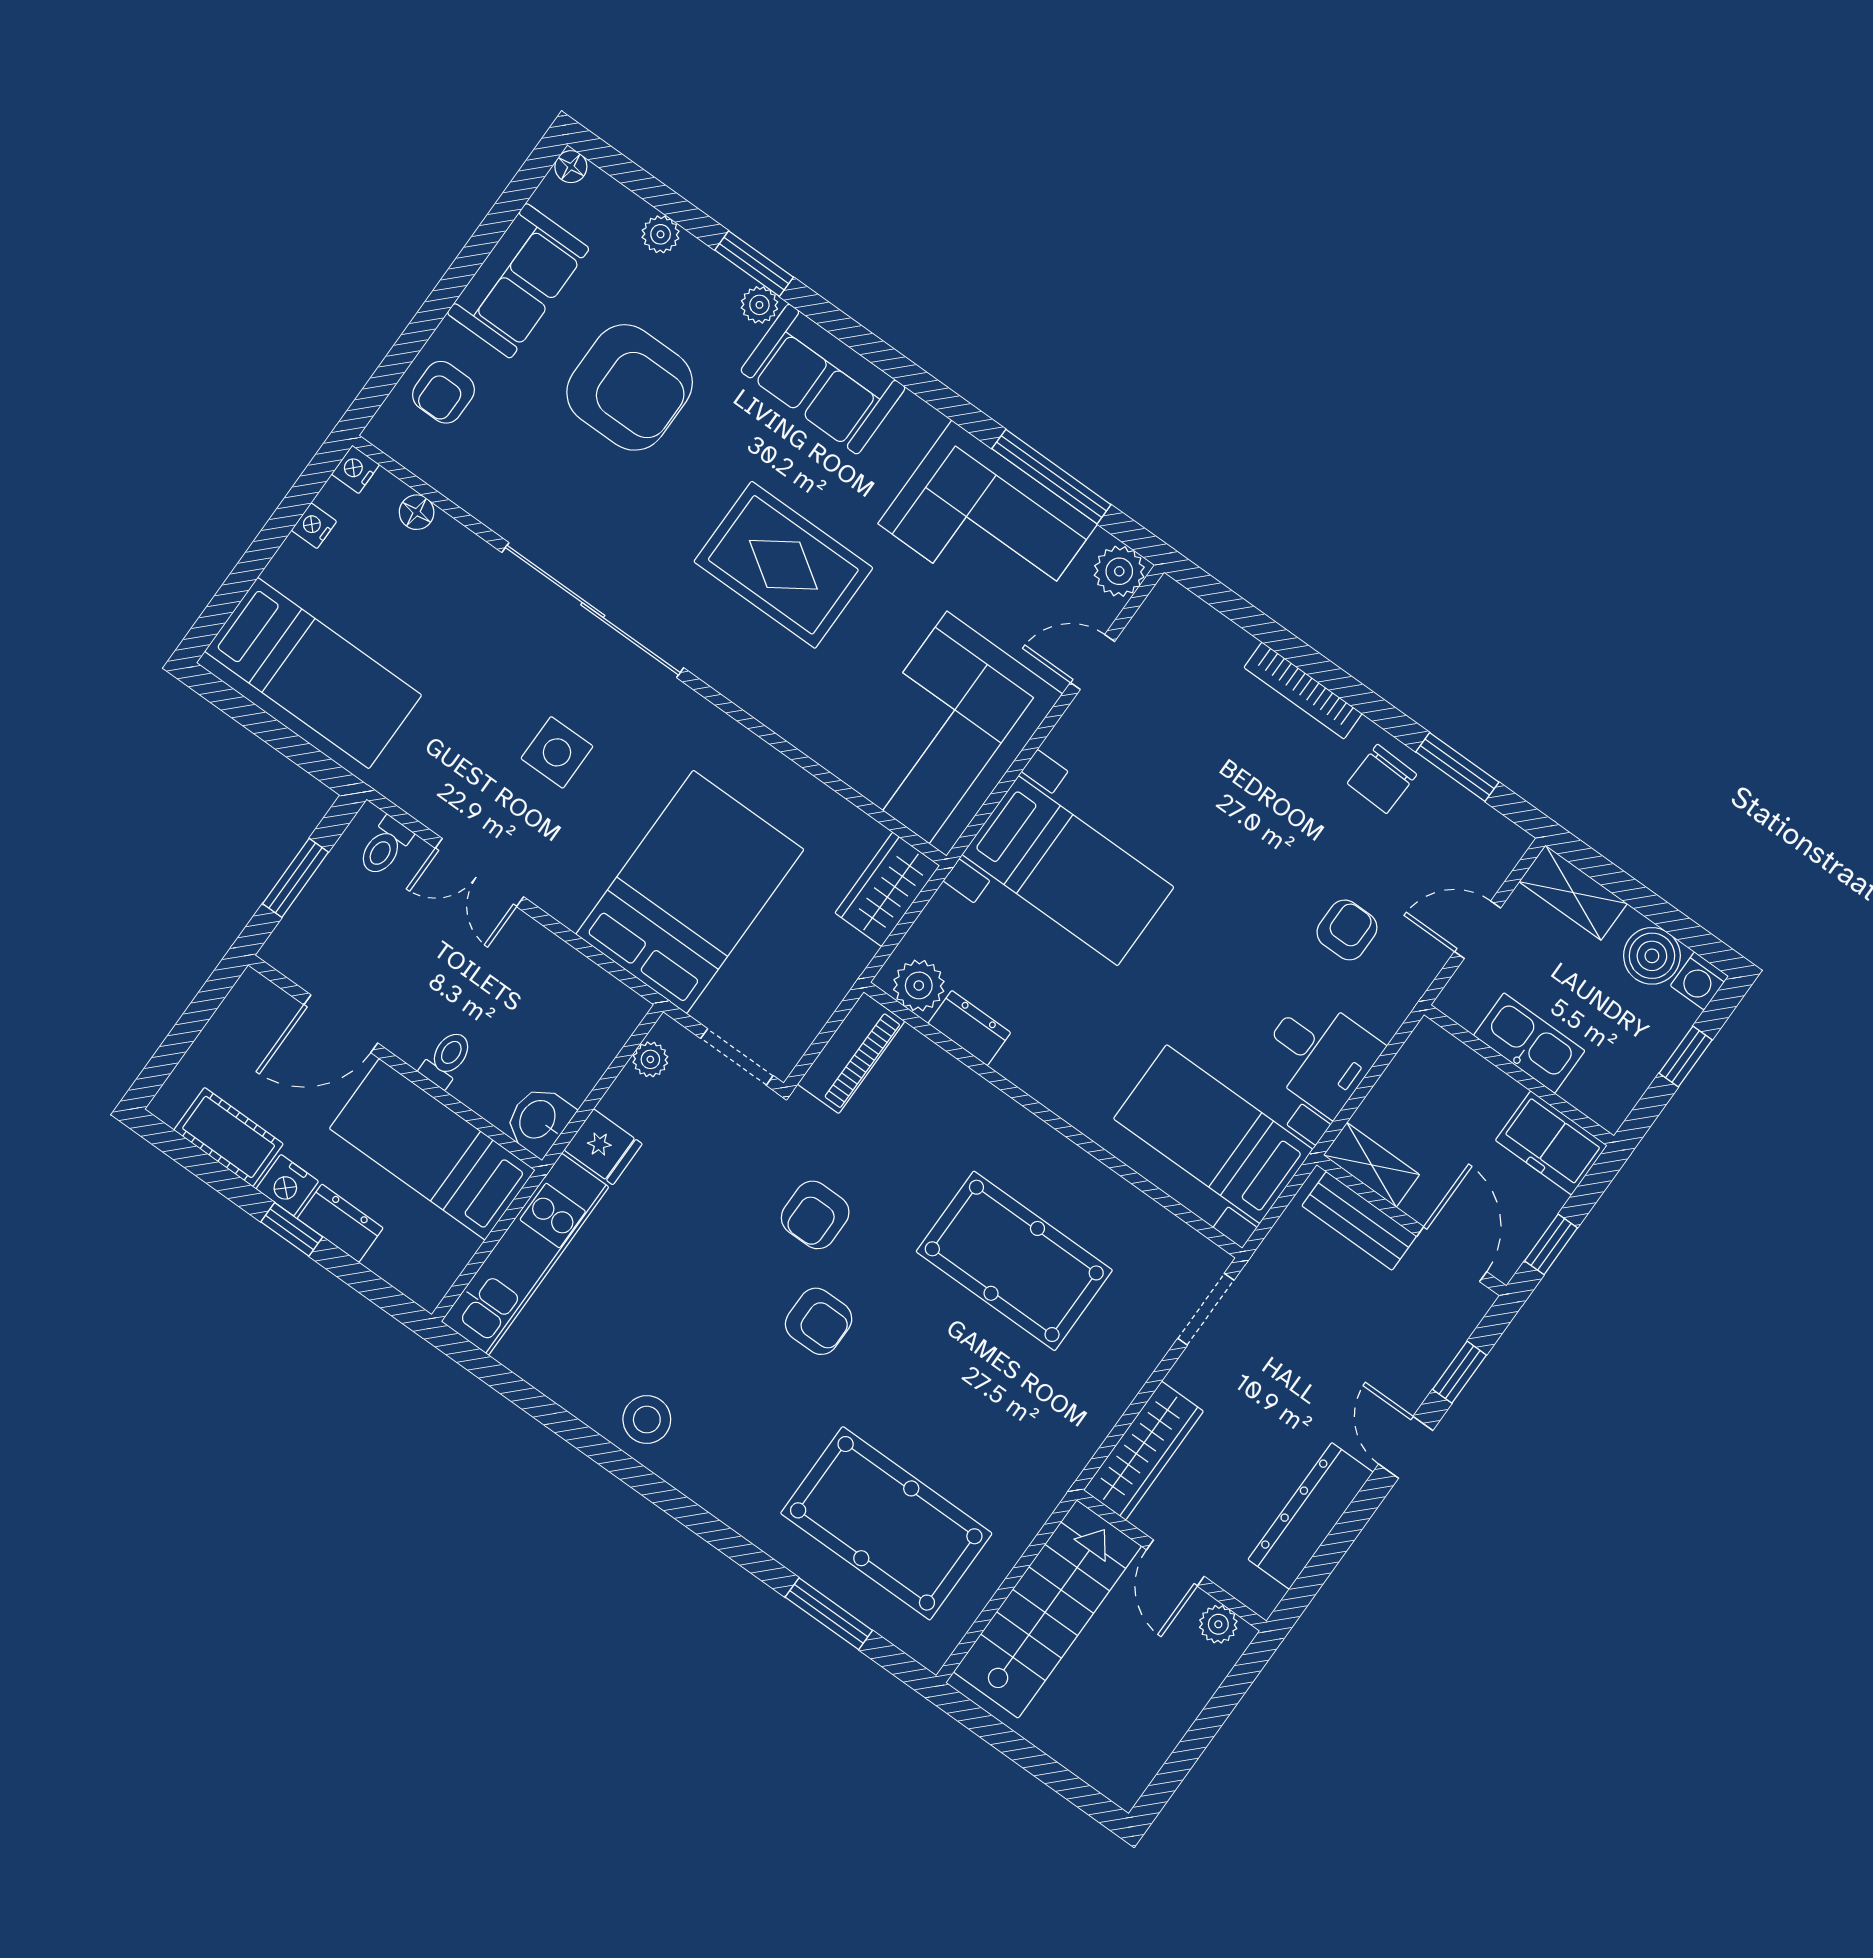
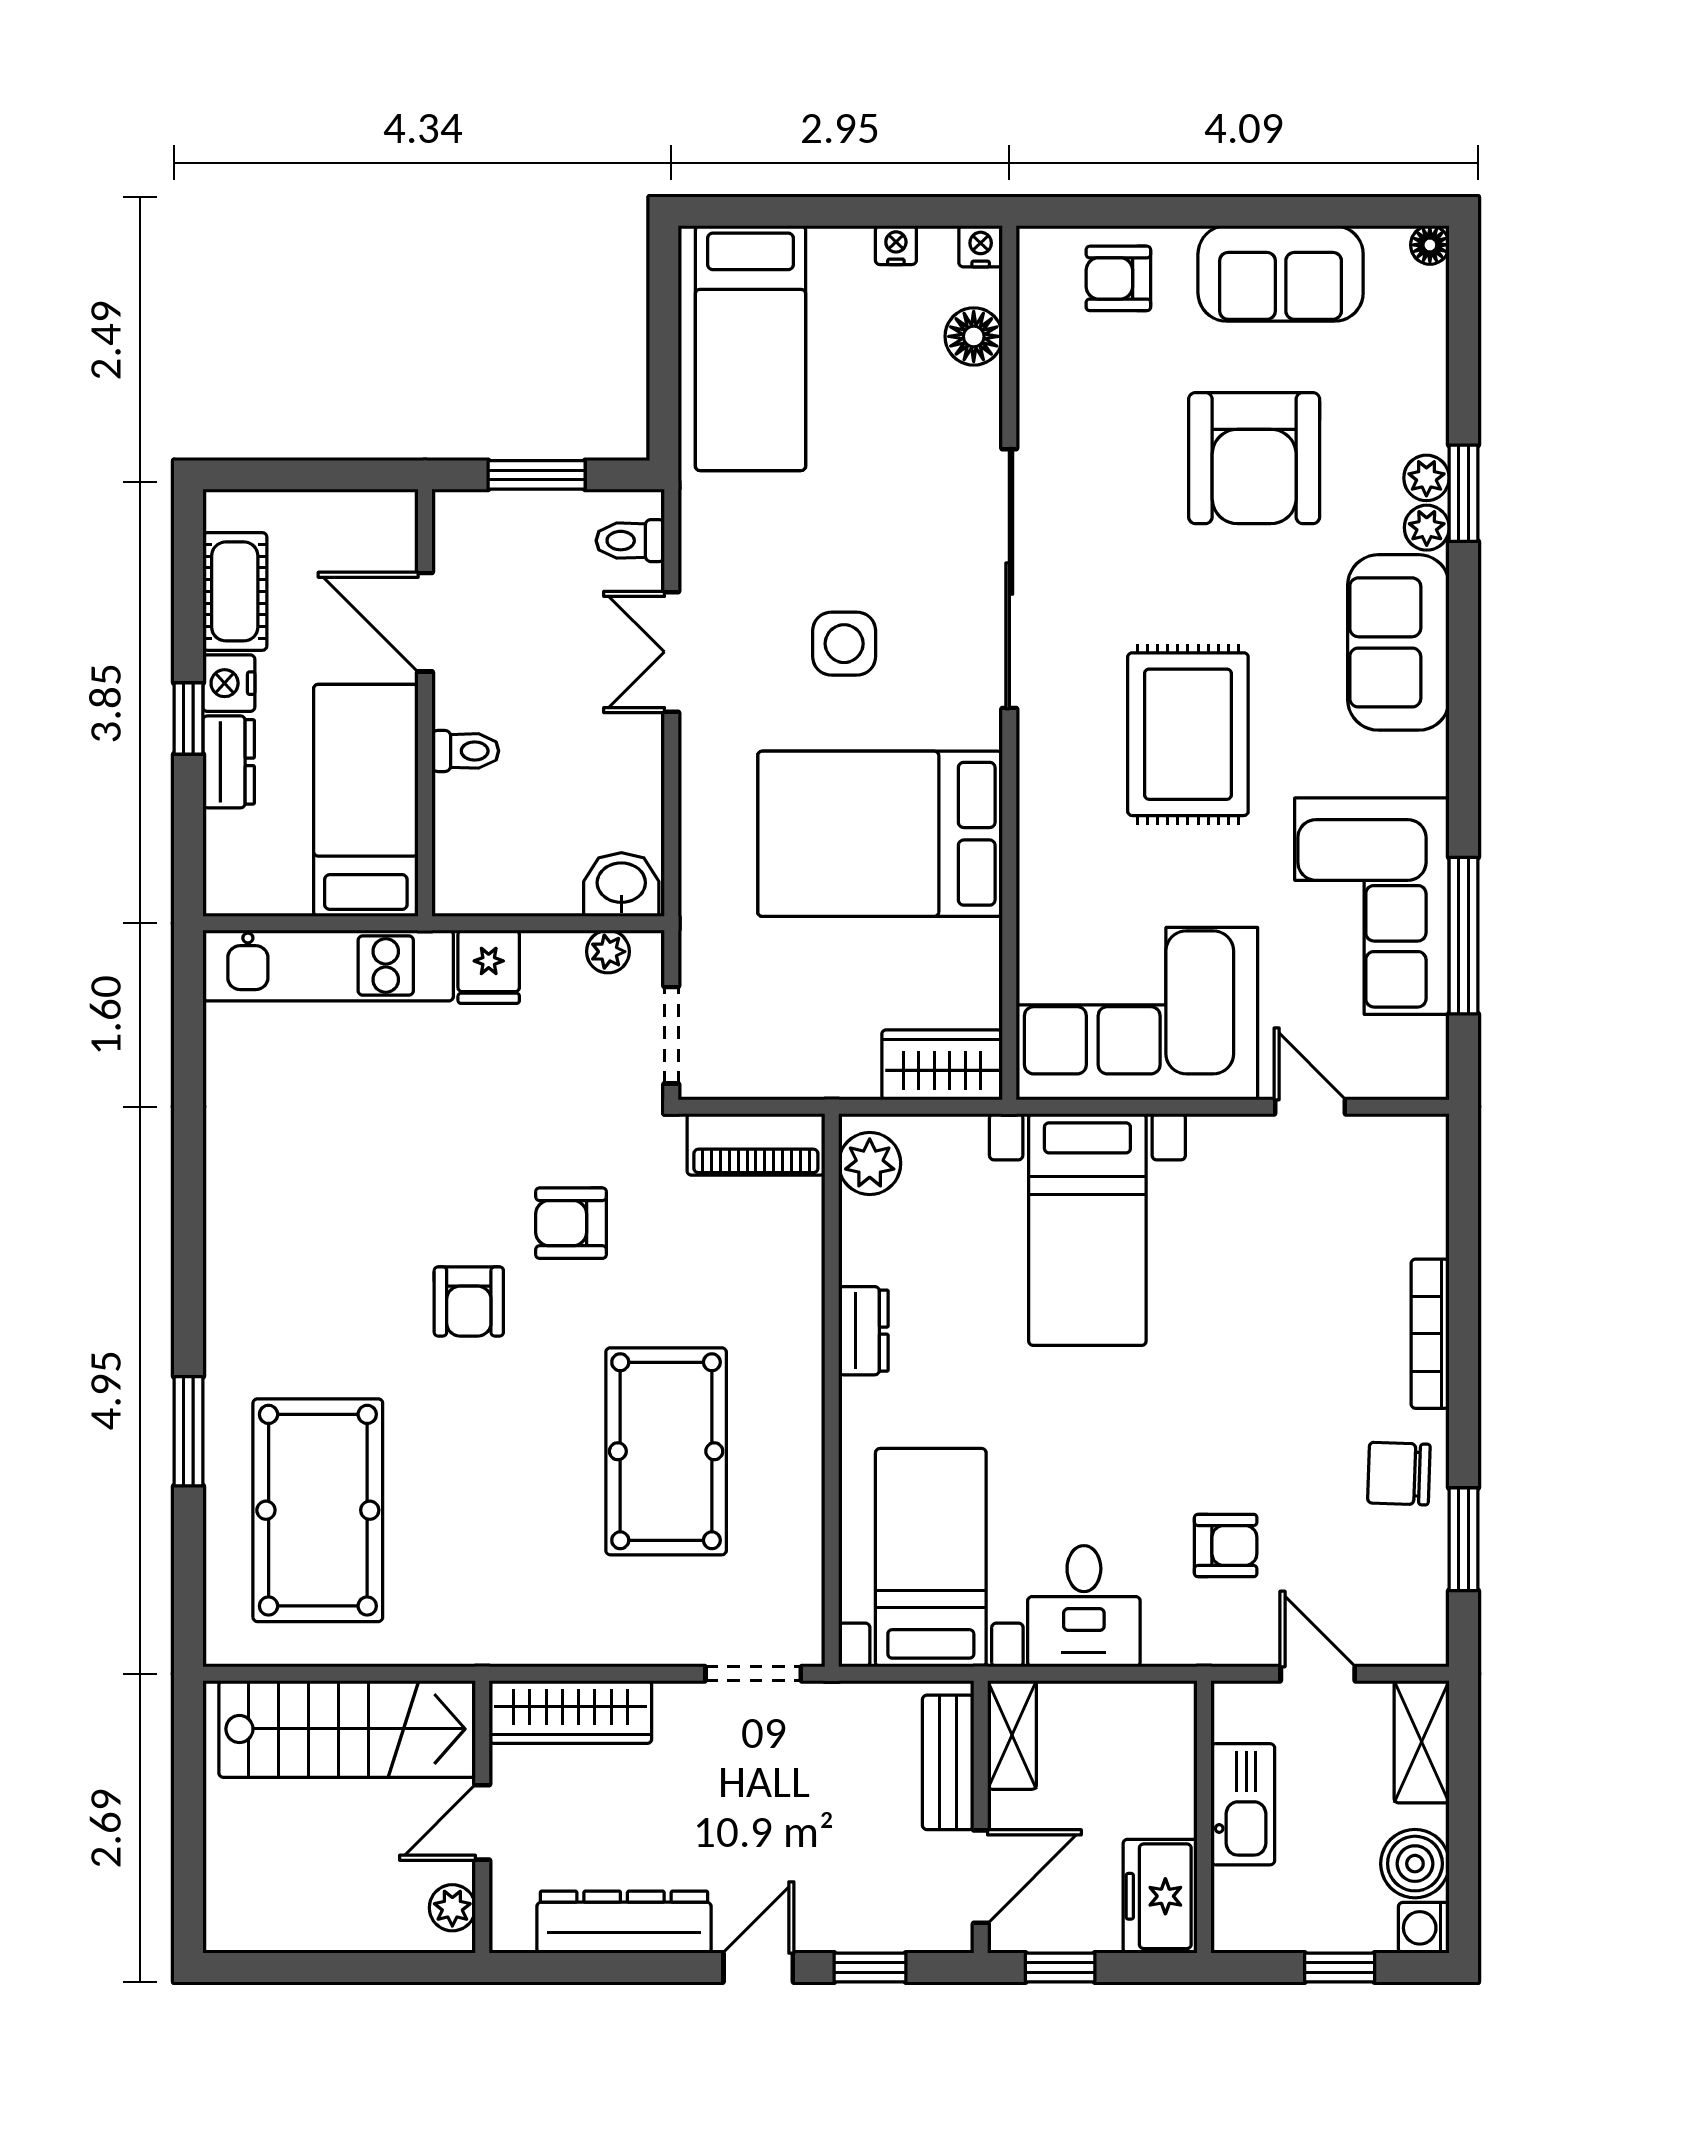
plant: (661, 234) -> (1426, 478), moved
floor lamp: (417, 512) -> (974, 336), width x1.37, depth x1.37
plant: (1119, 571) -> (1418, 1069), removed
bed: (690, 892) -> (880, 834), moved, turned 180
dresser: (969, 1028) -> (863, 1331), moved
washbasin: (539, 1120) -> (621, 885), moved
stool: (647, 1420) -> (251, 1202), removed
window: (829, 1614) -> (188, 1431), moved

